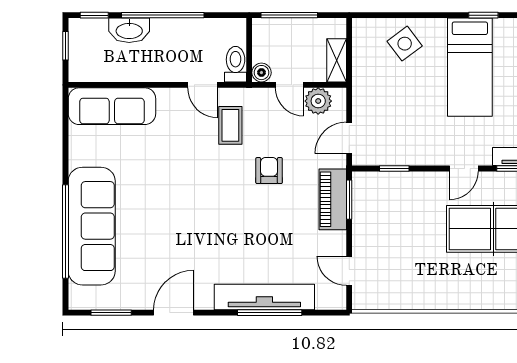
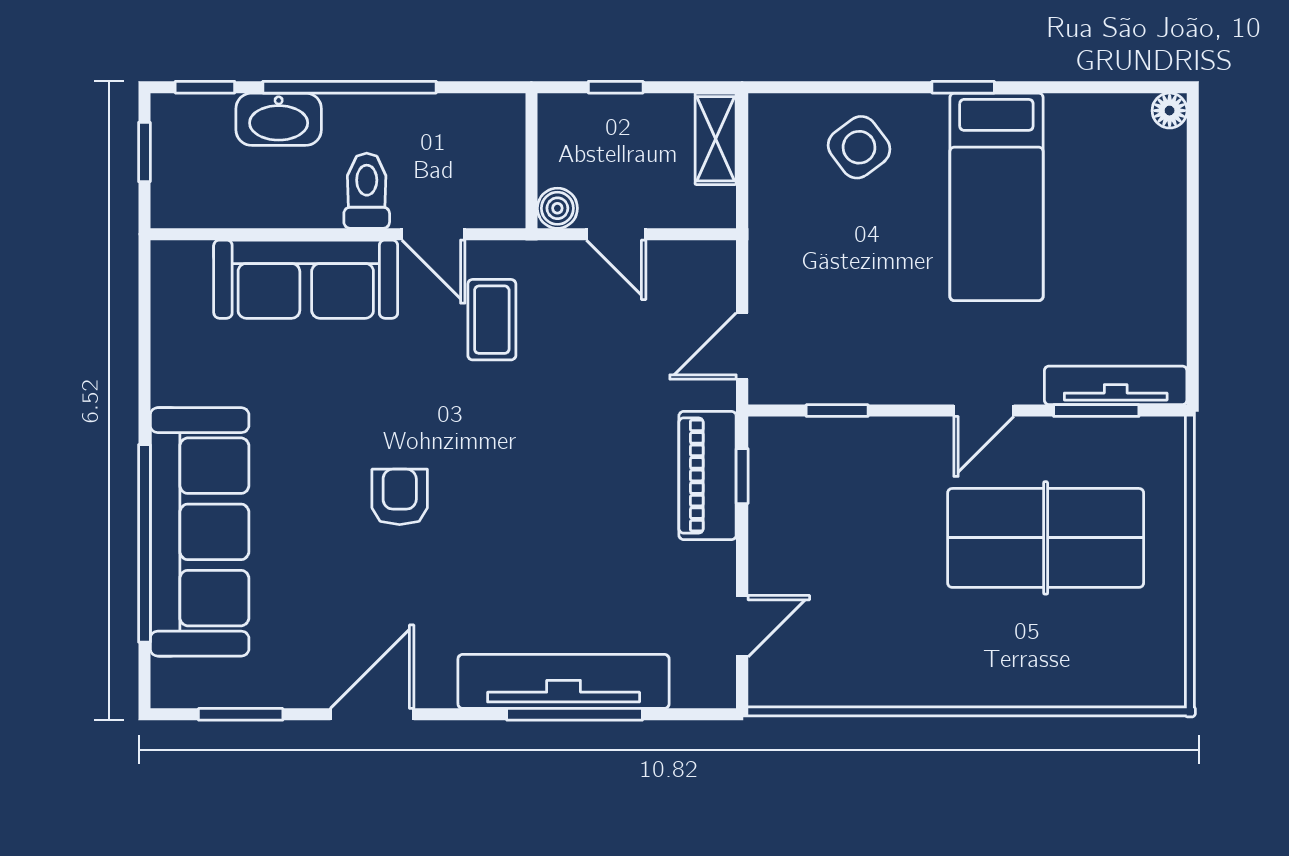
window: (289, 15) -> (616, 87), width x0.46
window: (483, 15) -> (963, 87), moved
shelving: (337, 60) -> (716, 139), moved
toilet: (236, 64) -> (367, 191), moved
plant: (318, 101) -> (677, 268), removed
sofa: (112, 106) -> (306, 279), moved
armchair: (269, 171) -> (400, 497), moved
window: (349, 200) -> (742, 476), width x0.67
door: (349, 271) -> (742, 626), swing flipped

